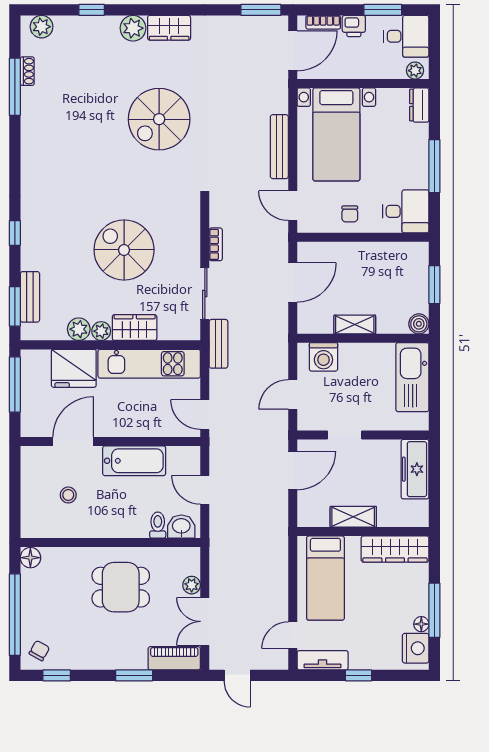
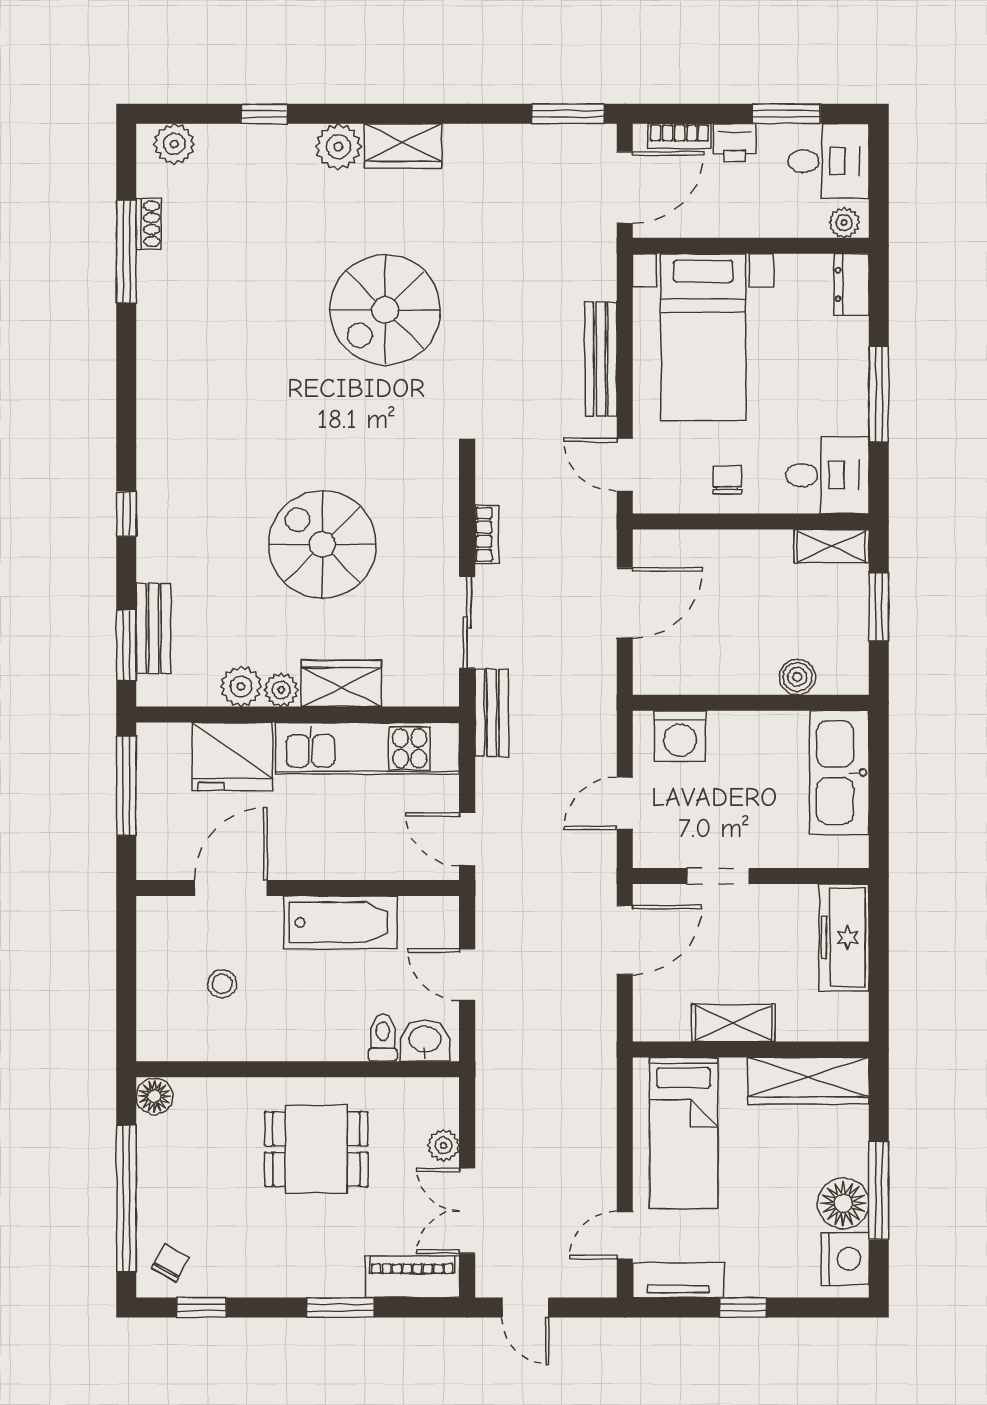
chair: (350, 214) -> (727, 480), turned 180
boiler: (419, 324) -> (797, 677), moved
shelving: (355, 325) -> (832, 546), moved
floor lamp: (421, 624) -> (843, 1203), width x1.89, depth x1.89

